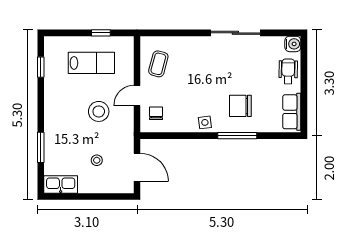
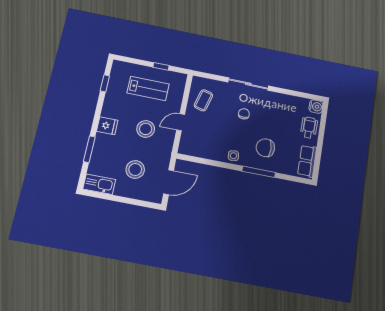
sliding door: (235, 33) -> (248, 84), moved
chair: (156, 113) -> (244, 114), moved
fridge: (55, 117) -> (107, 126), added
stool: (97, 160) -> (135, 169), width x1.89, depth x1.89
door: (137, 167) -> (169, 182), hinge flipped

